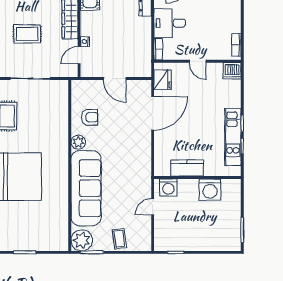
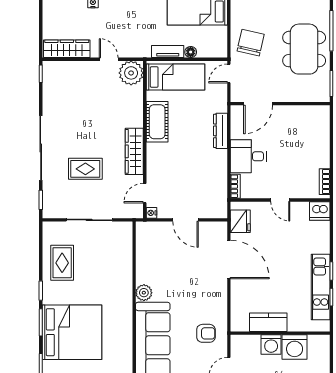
nightstand: (85, 42) -> (151, 213), moved
door: (153, 113) -> (229, 259), hinge flipped
armchair: (90, 117) -> (206, 333), moved
washing machine: (168, 187) -> (271, 344), moved

